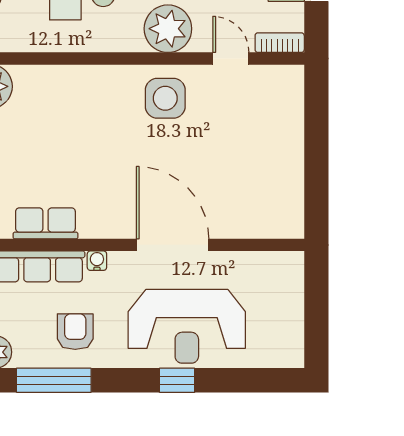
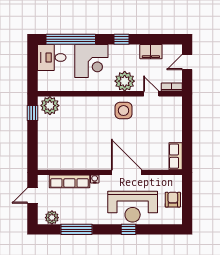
row of seats: (45, 223) -> (176, 156), moved, turned -90
armchair: (75, 332) -> (173, 200), moved

